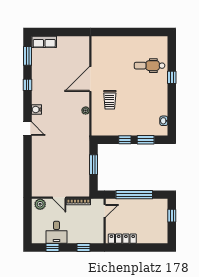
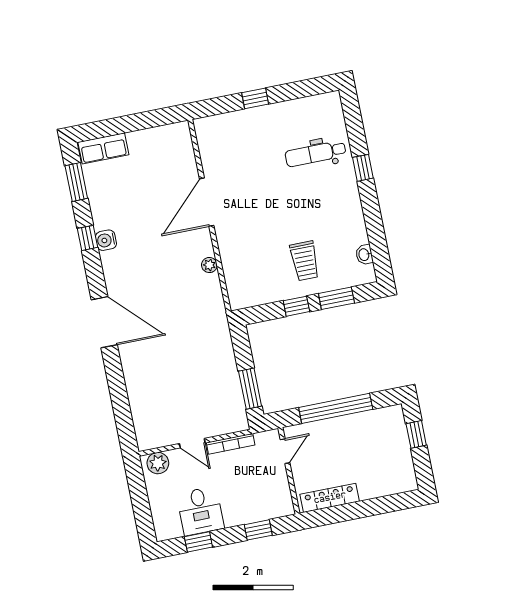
window: (125, 32) -> (255, 98), added
trolley: (110, 100) -> (305, 261), moved
water cooler: (36, 110) -> (106, 240), moved
door: (27, 129) -> (104, 322), width x1.88
window: (94, 165) -> (250, 389), moved

